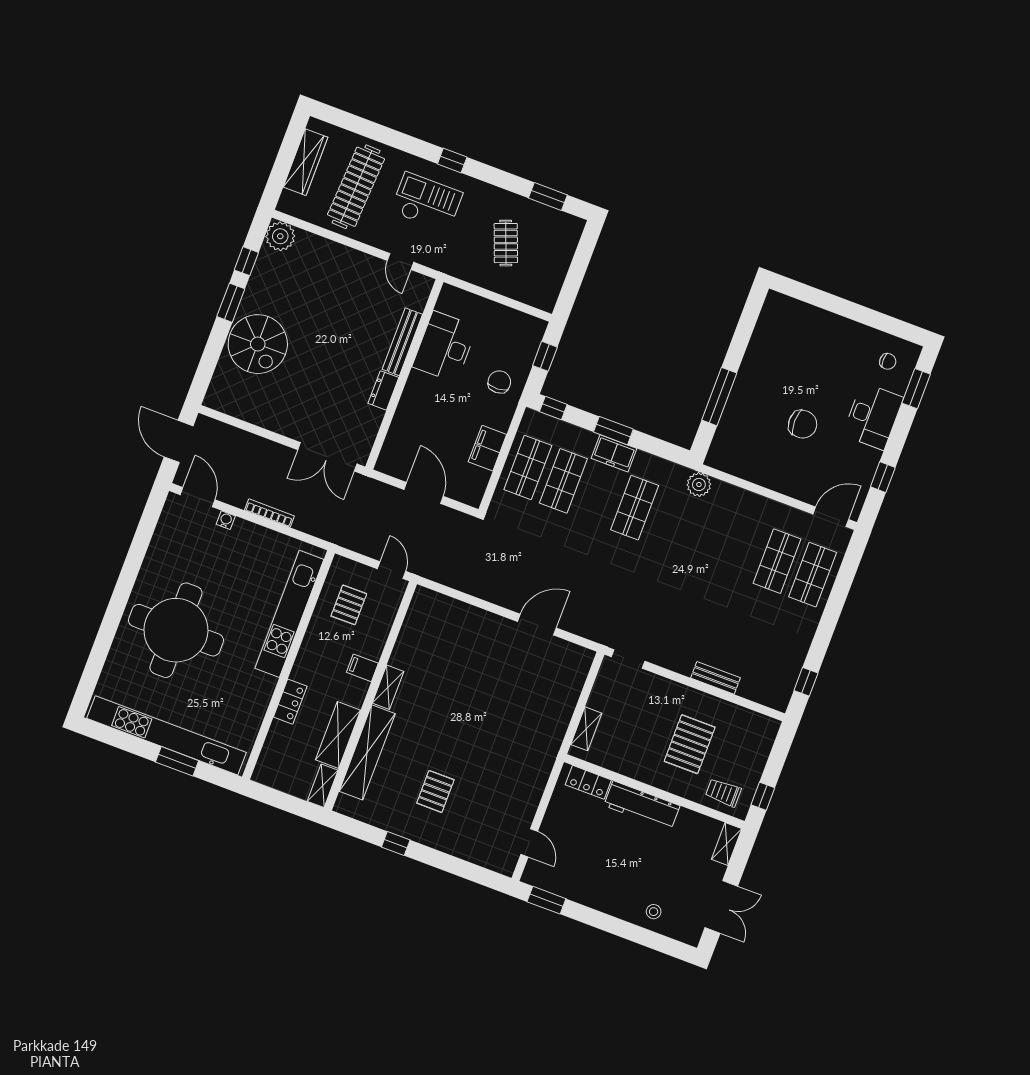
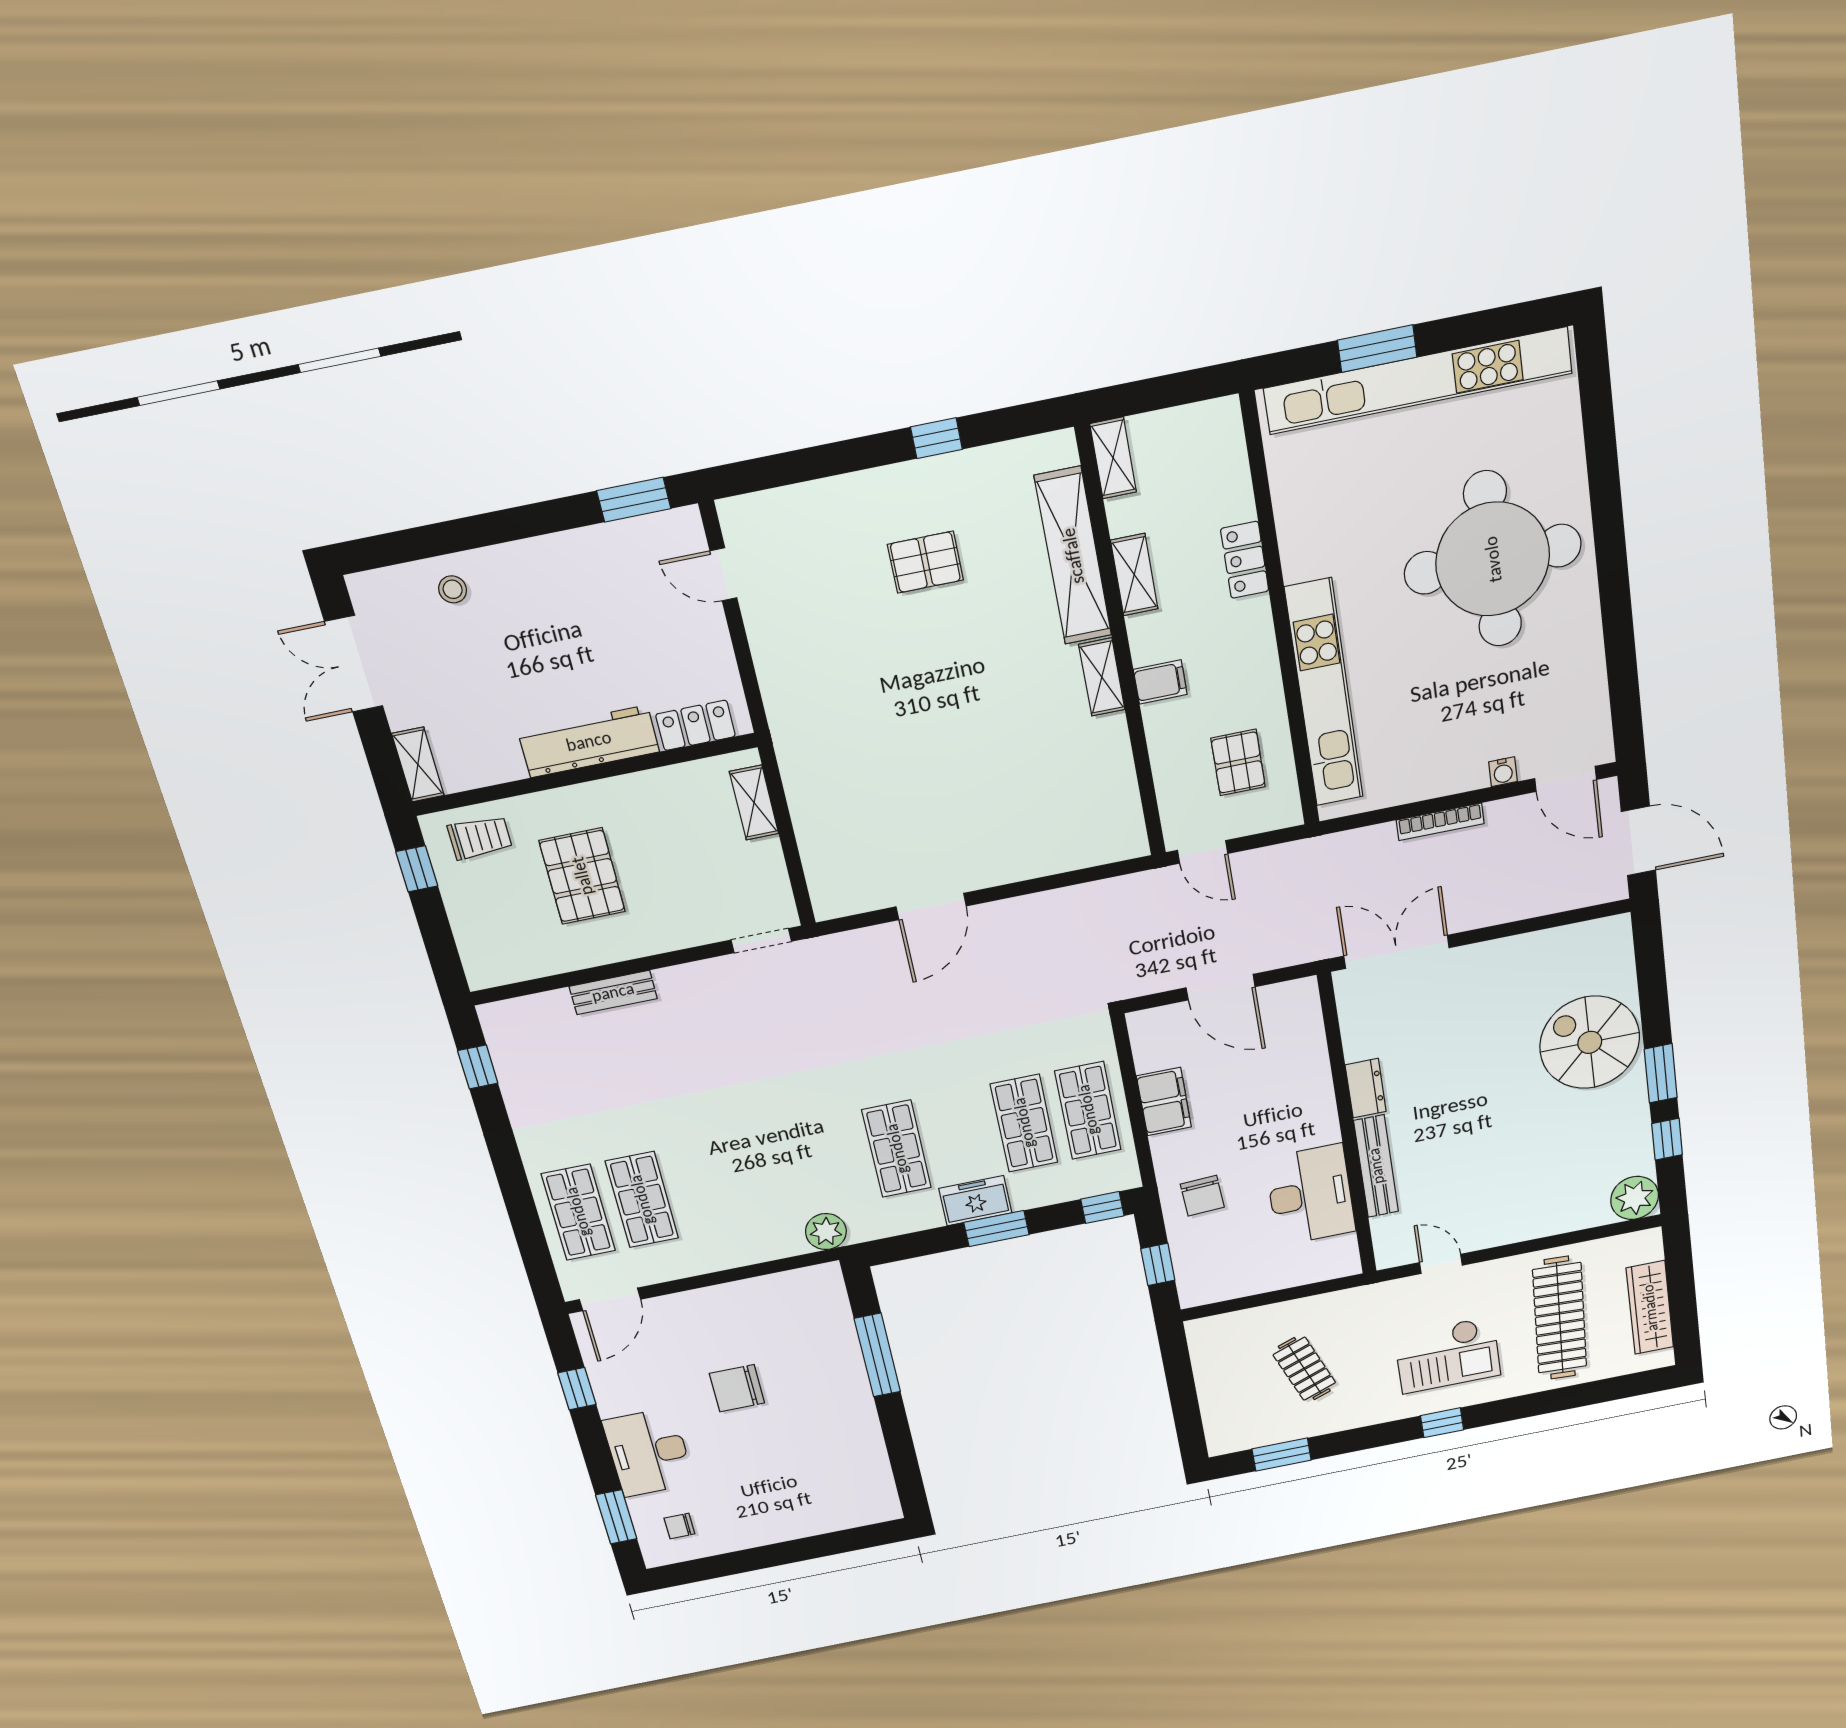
shelving: (338, 735) -> (1134, 575), width x0.67, depth x0.75
pallet: (435, 791) -> (925, 562), turned 90

